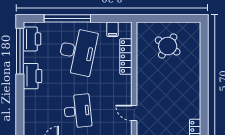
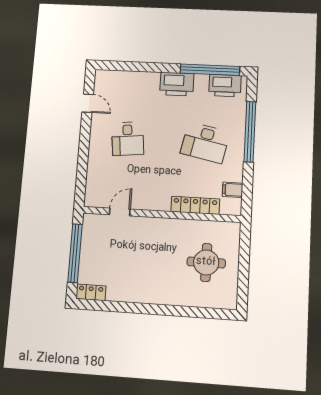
round table: (168, 46) -> (206, 262), turned -33
desk: (78, 52) -> (205, 143), width x0.73, depth x0.77
desk: (78, 111) -> (128, 139), width x0.73

